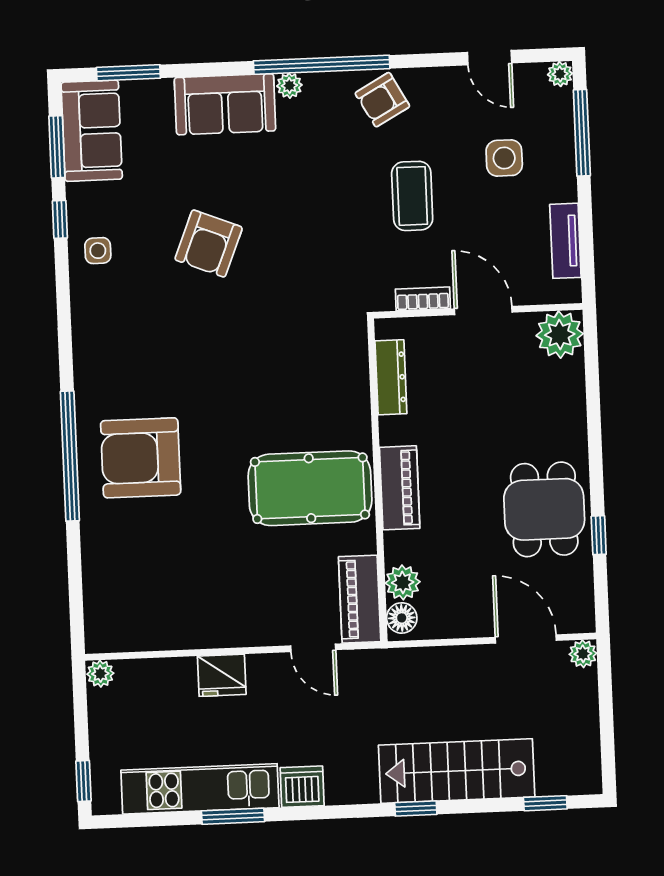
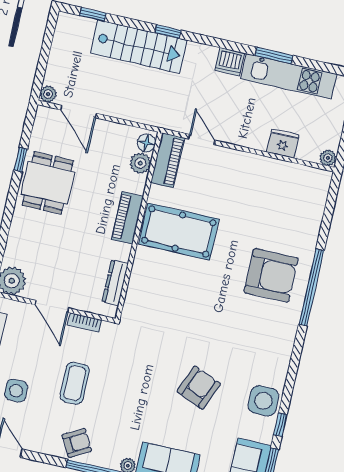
side table: (98, 251) -> (263, 401), width x1.87, depth x1.87
fridge: (222, 675) -> (283, 144), moved

